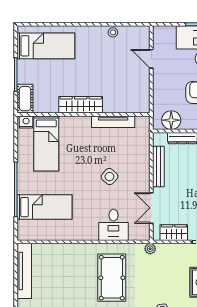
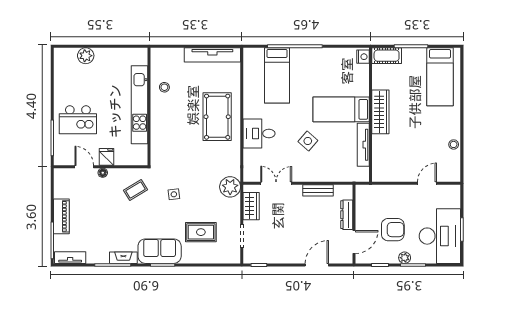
floor lamp: (171, 120) -> (365, 203), removed
bed: (46, 144) -> (341, 109), moved
bench: (158, 167) -> (318, 190), width x0.73
desk: (113, 225) -> (259, 133), moved
plant: (150, 249) -> (230, 187), width x1.88, depth x1.88
pool table: (112, 278) -> (217, 117), moved, turned 90

